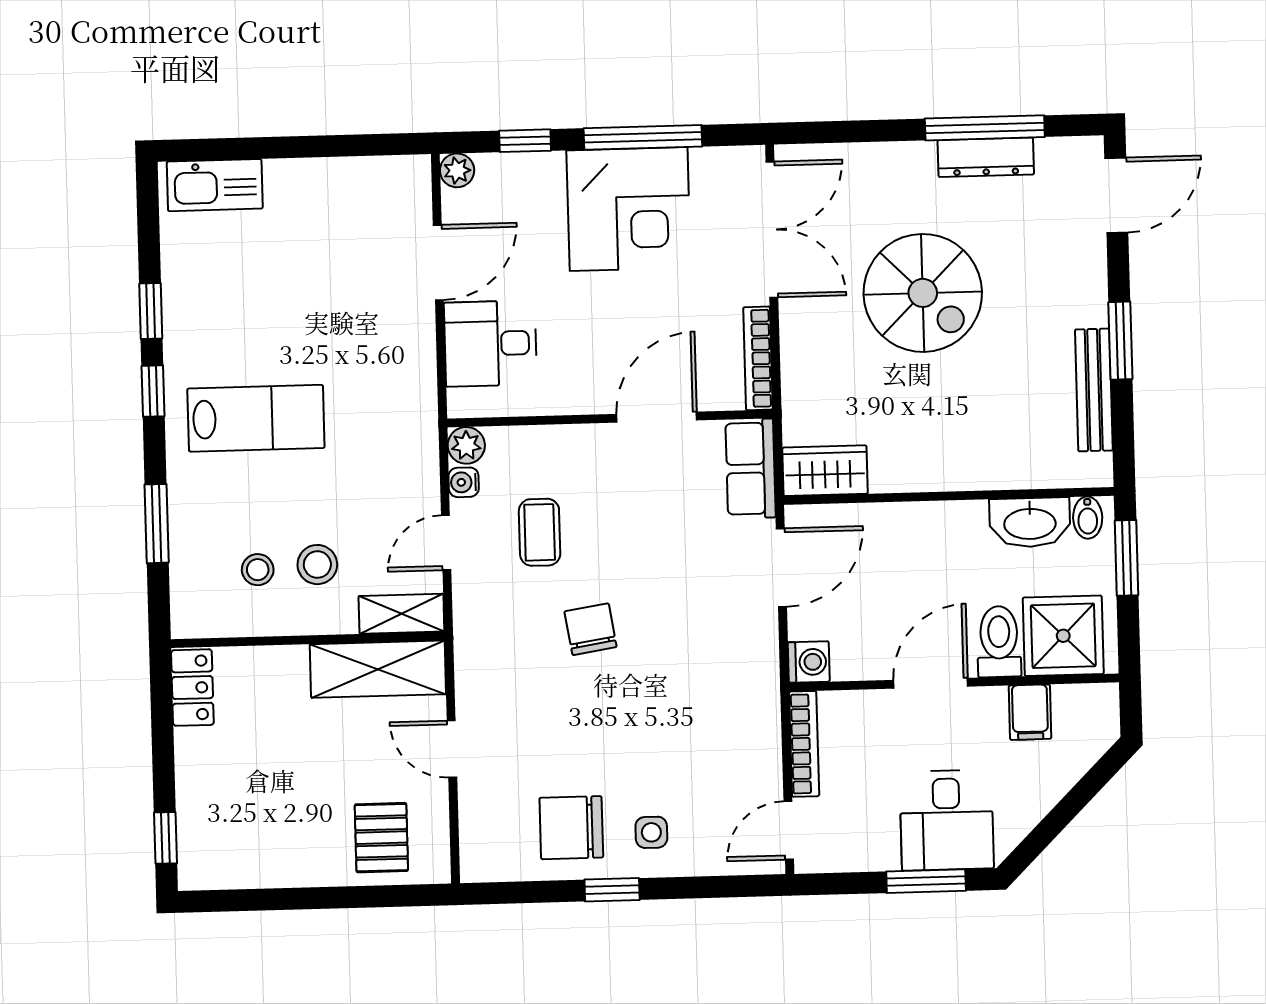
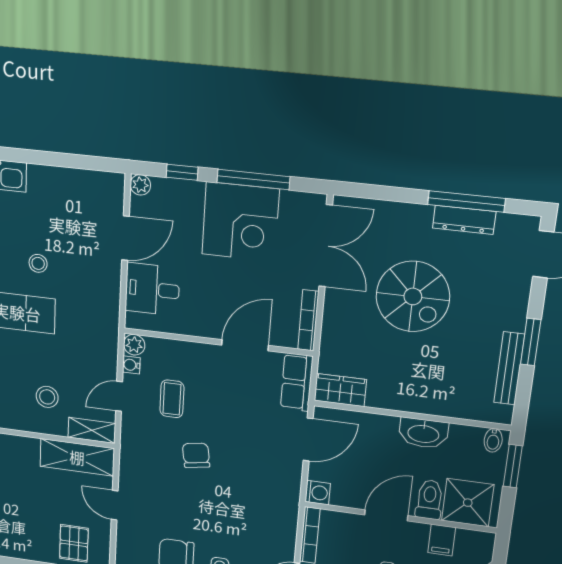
washbasin: (1030, 522) -> (423, 433), moved
stool: (258, 570) -> (38, 263), moved

